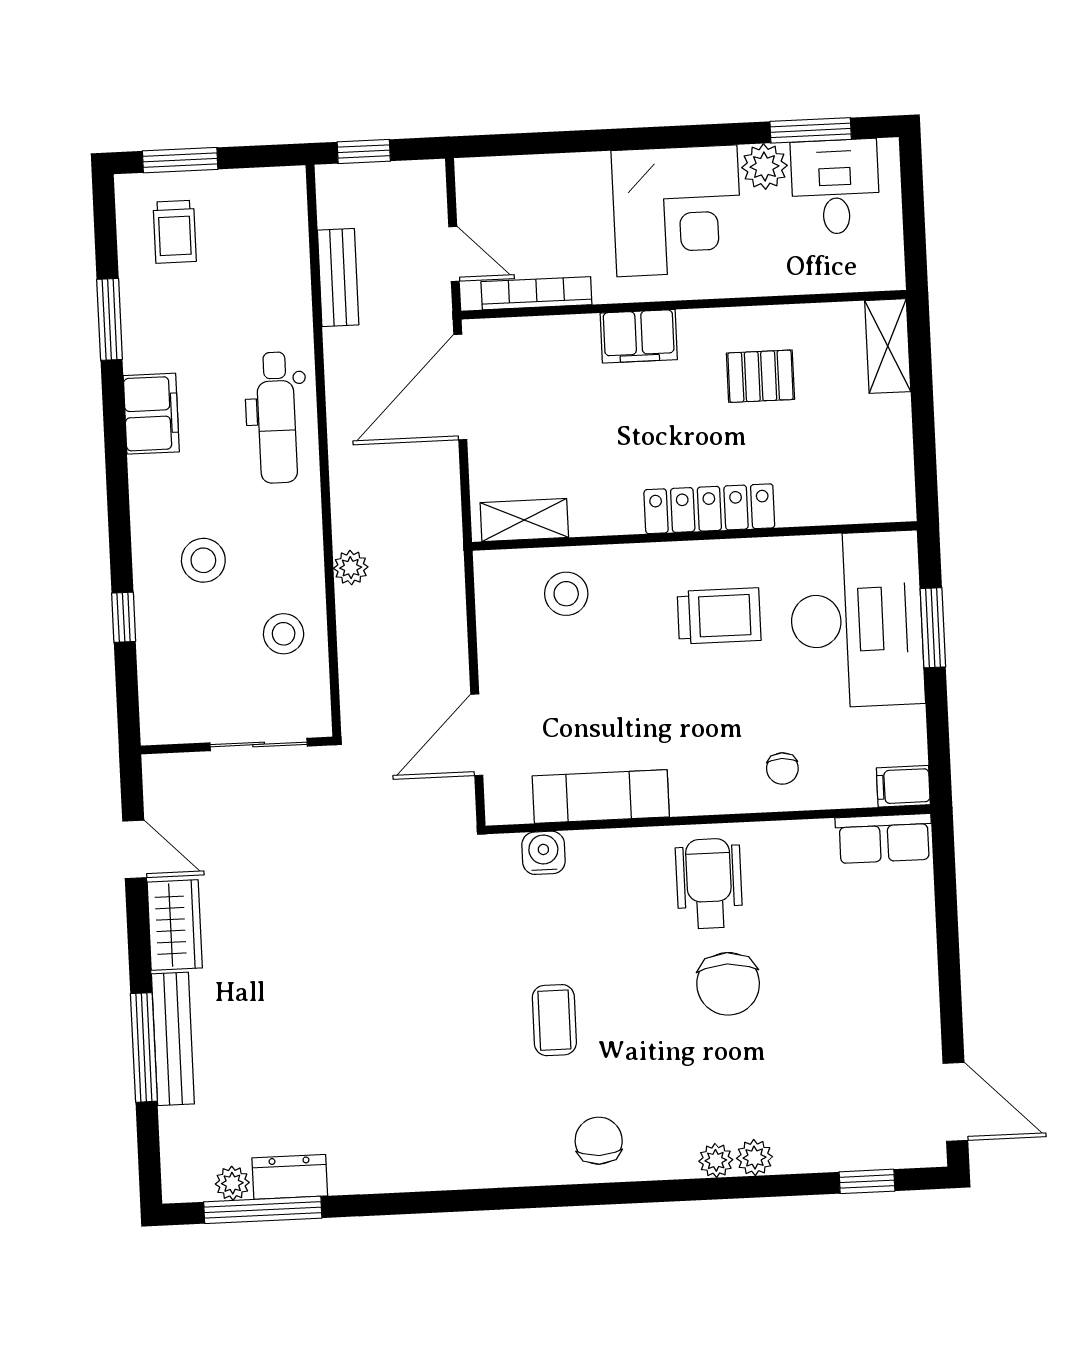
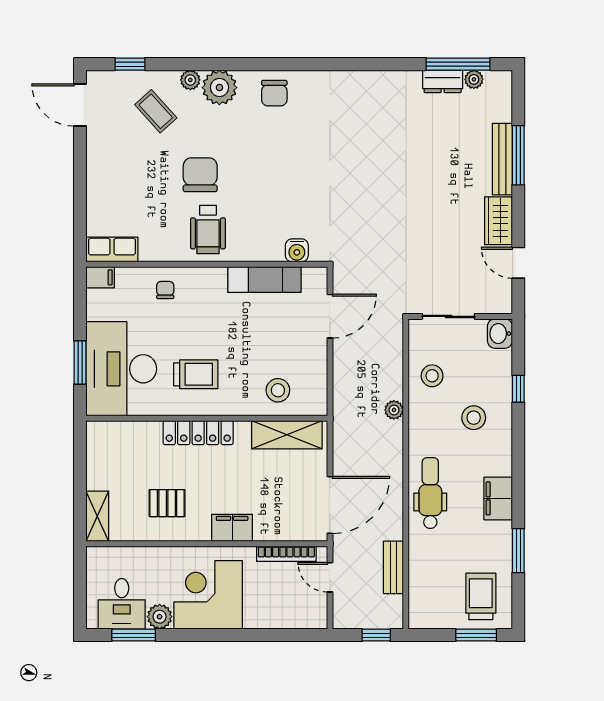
trolley: (175, 232) -> (481, 596), width x1.36, depth x1.39
shelving: (524, 520) -> (287, 435), width x1.50, depth x1.33
trolley: (719, 616) -> (196, 374), turned 180
washbasin: (162, 717) -> (500, 334), added
coffee table: (554, 1020) -> (156, 111), moved, turned -42
plant: (716, 1160) -> (219, 88), width x1.88, depth x1.88

